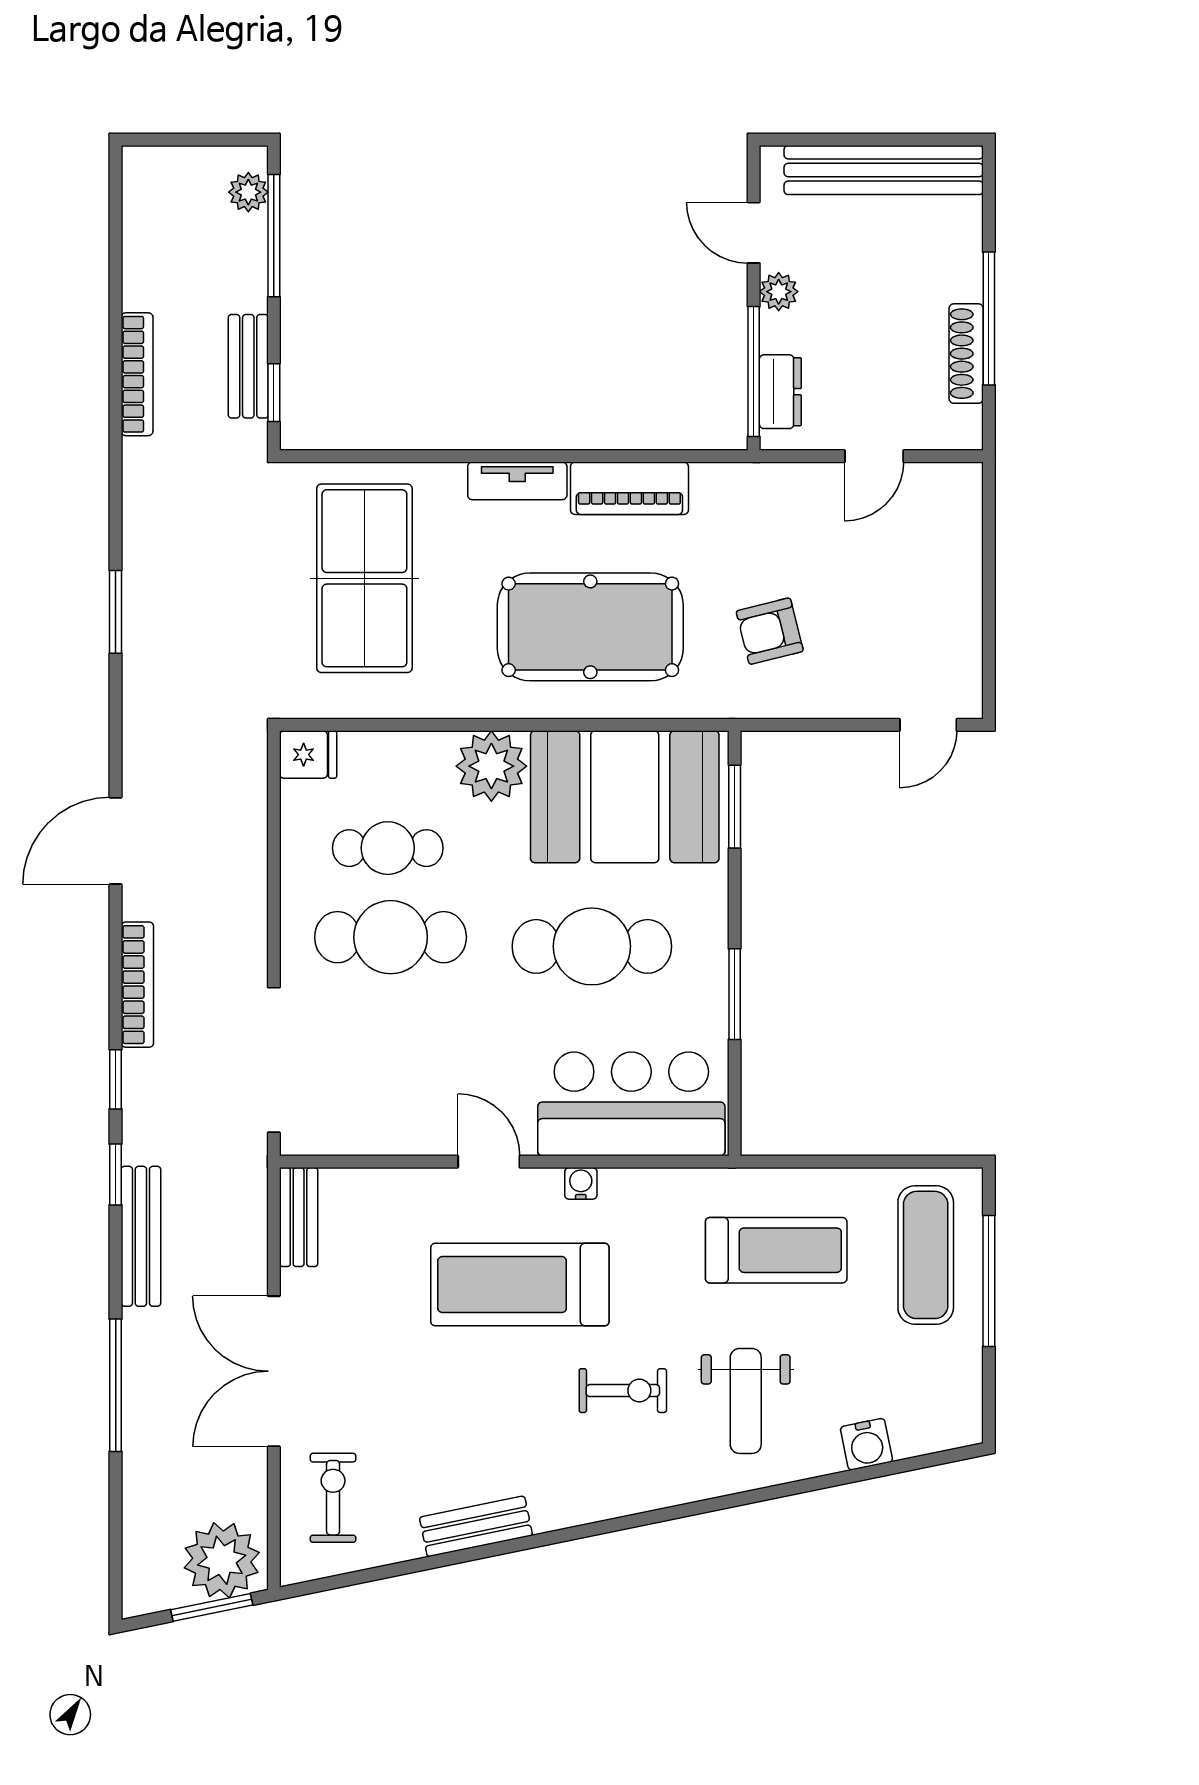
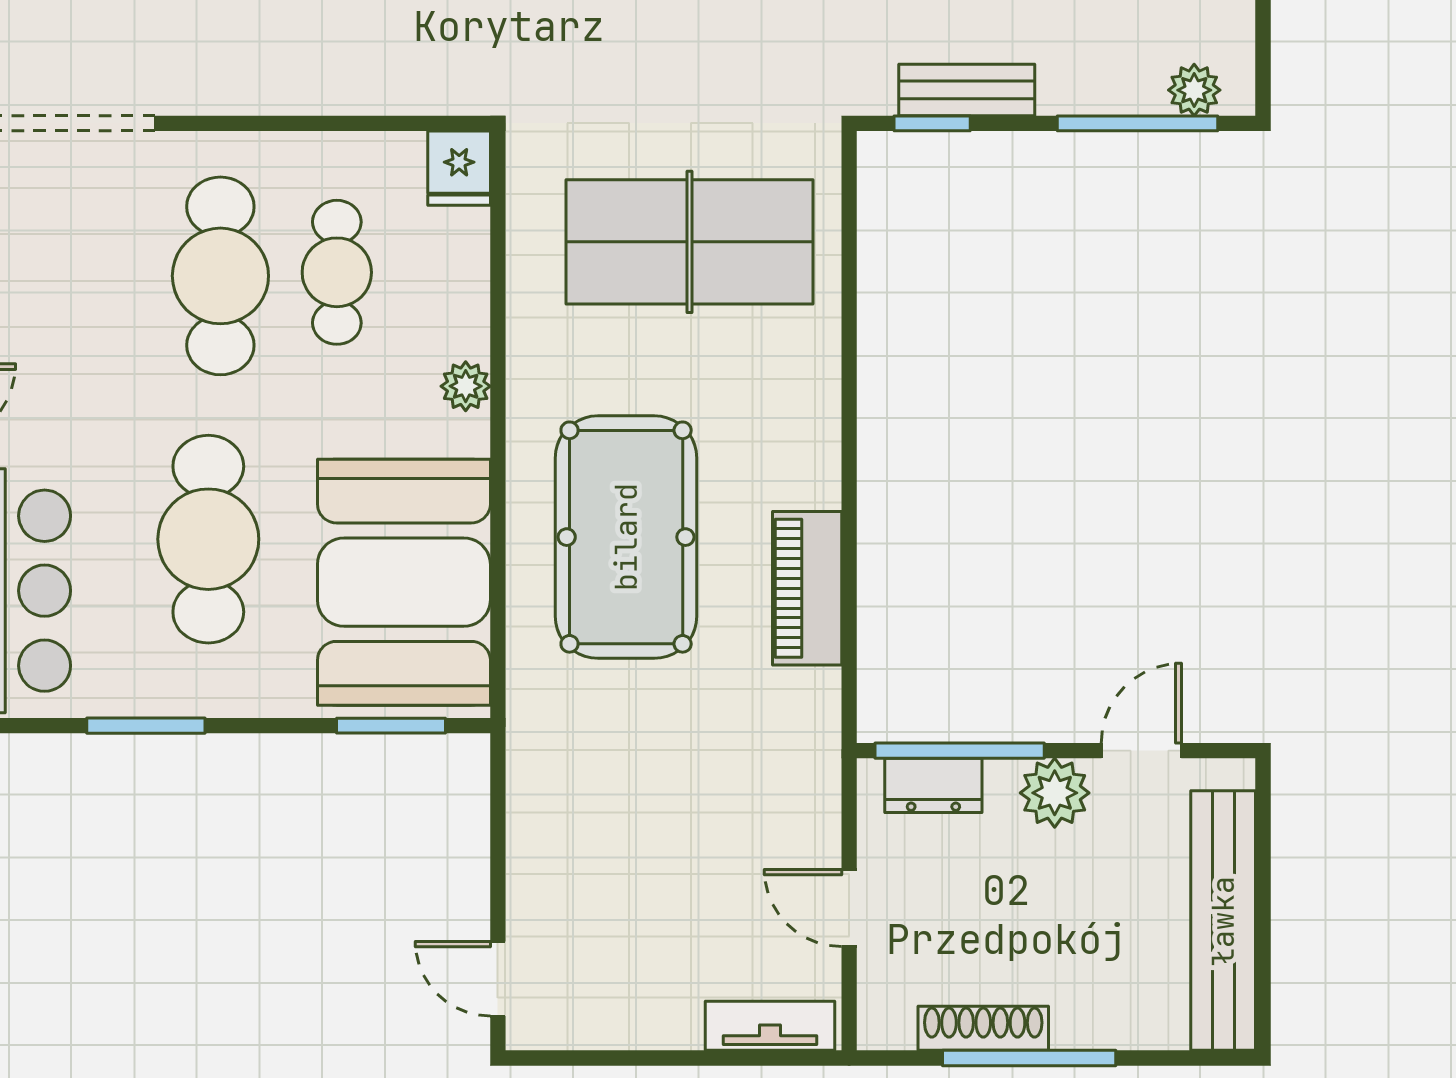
plant: (779, 292) -> (1055, 793), width x1.38, depth x1.38
tv unit: (517, 481) -> (770, 1026), moved, turned 90
armchair: (770, 631) -> (620, 772), removed
plant: (491, 766) -> (466, 386), width x0.53, depth x0.53

